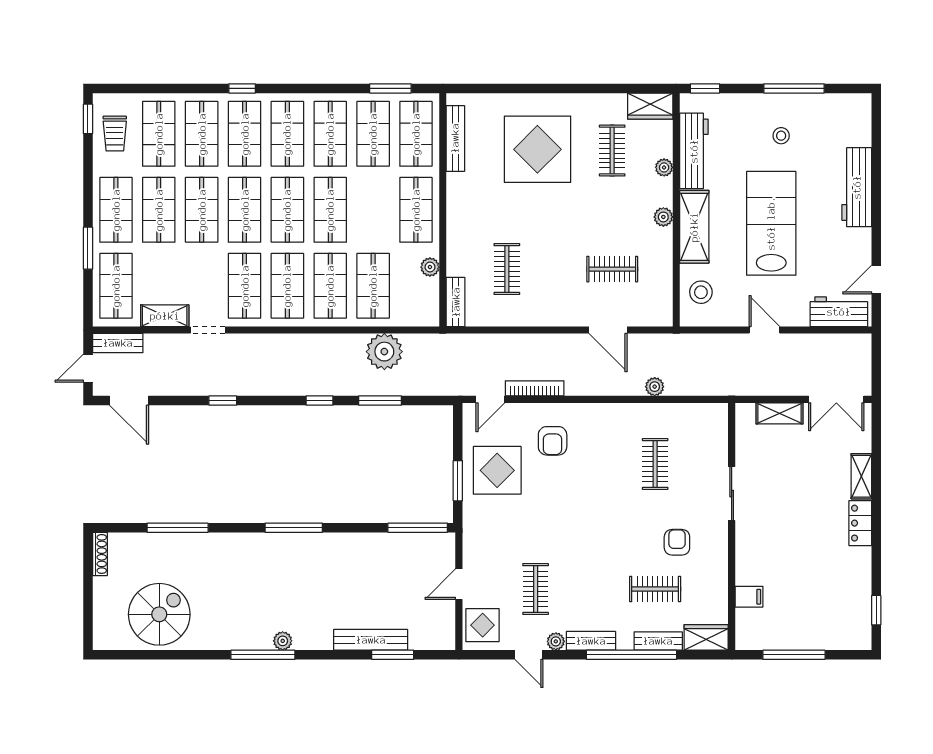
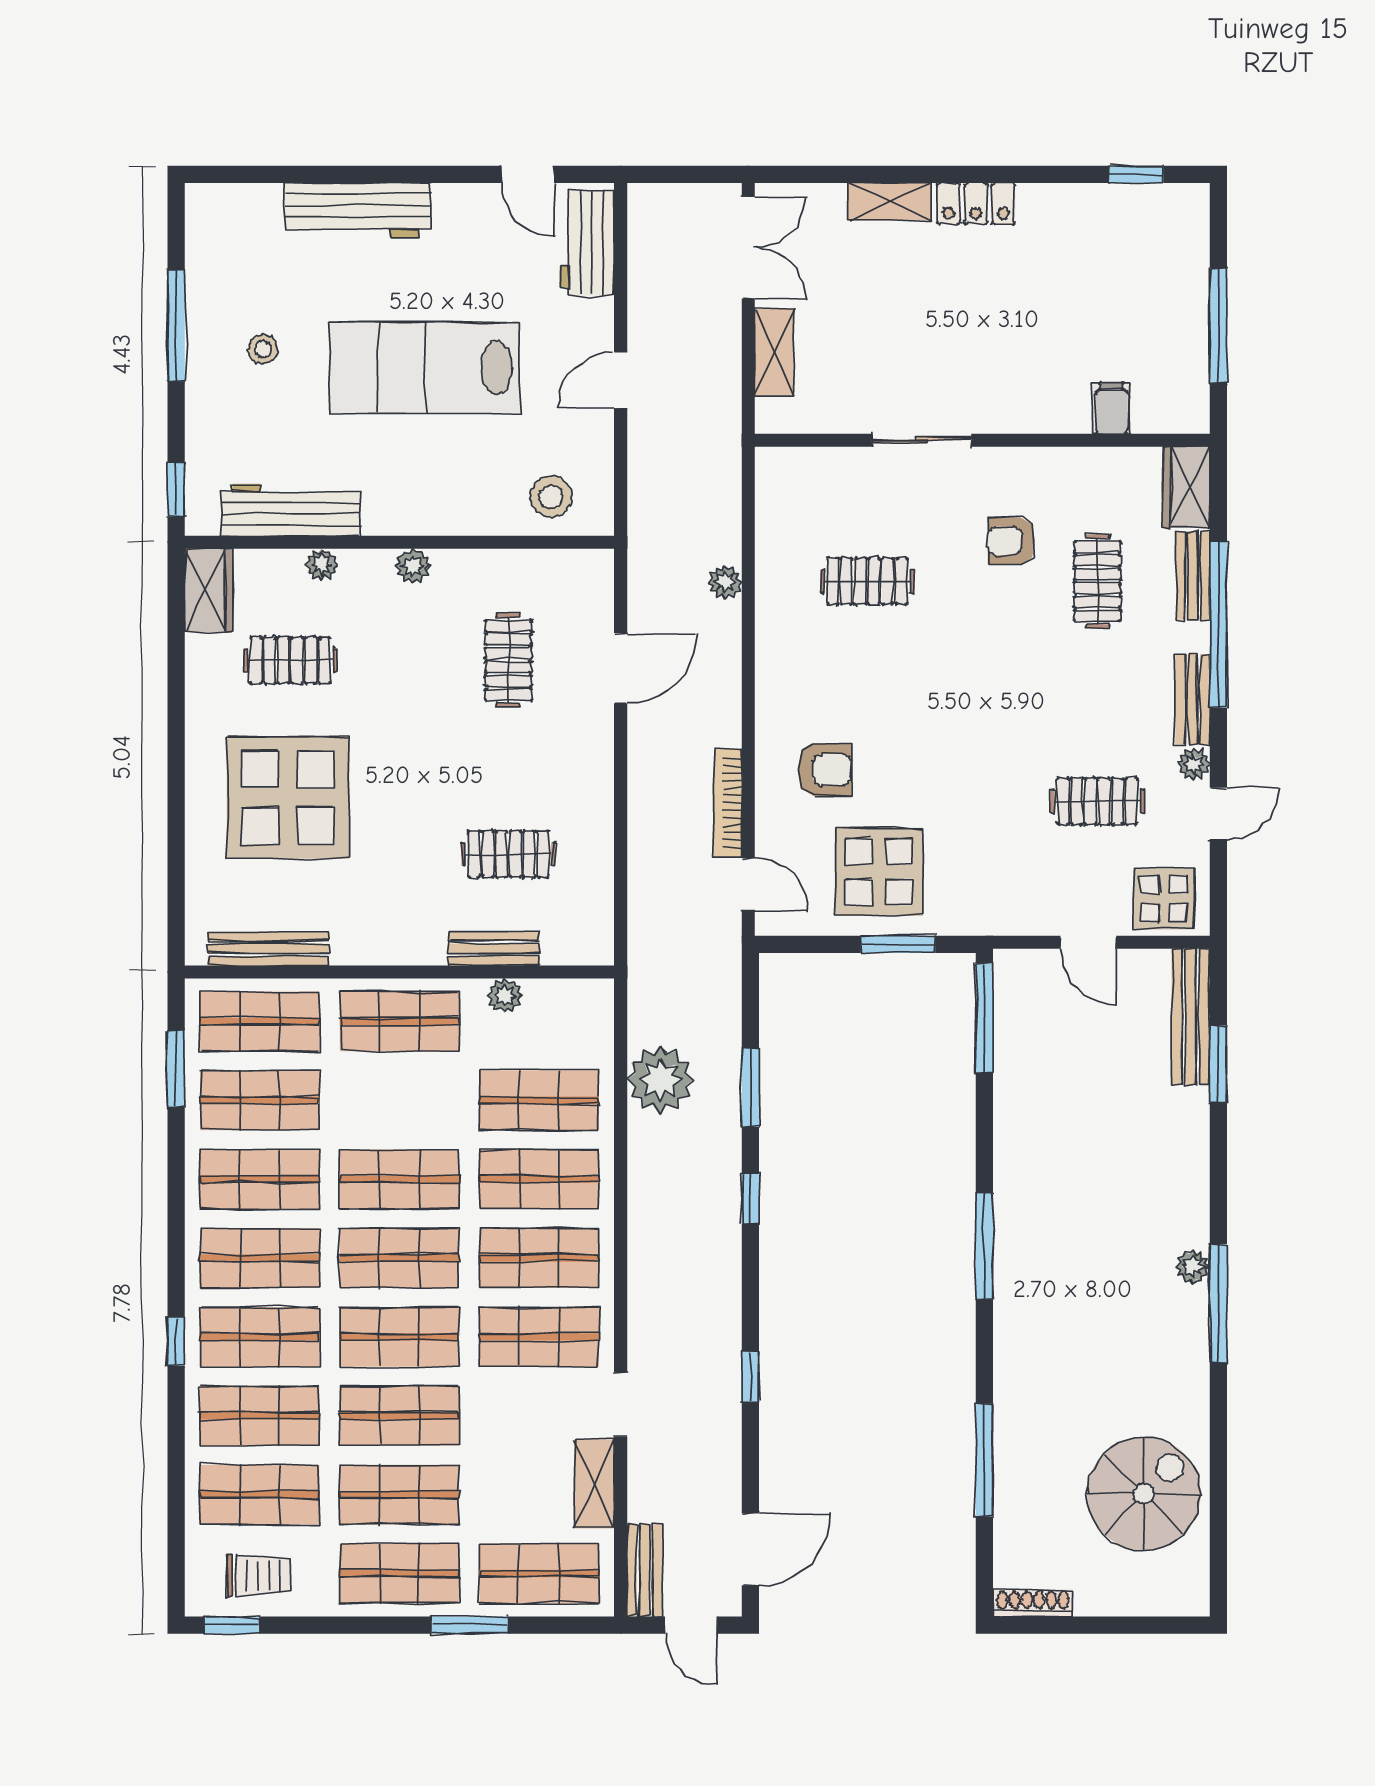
shelving: (694, 227) -> (431, 509), removed
bench: (456, 302) -> (494, 948), moved
spiral stairs: (159, 614) -> (1144, 1494), turned 90
bench: (371, 640) -> (1191, 1017), moved

